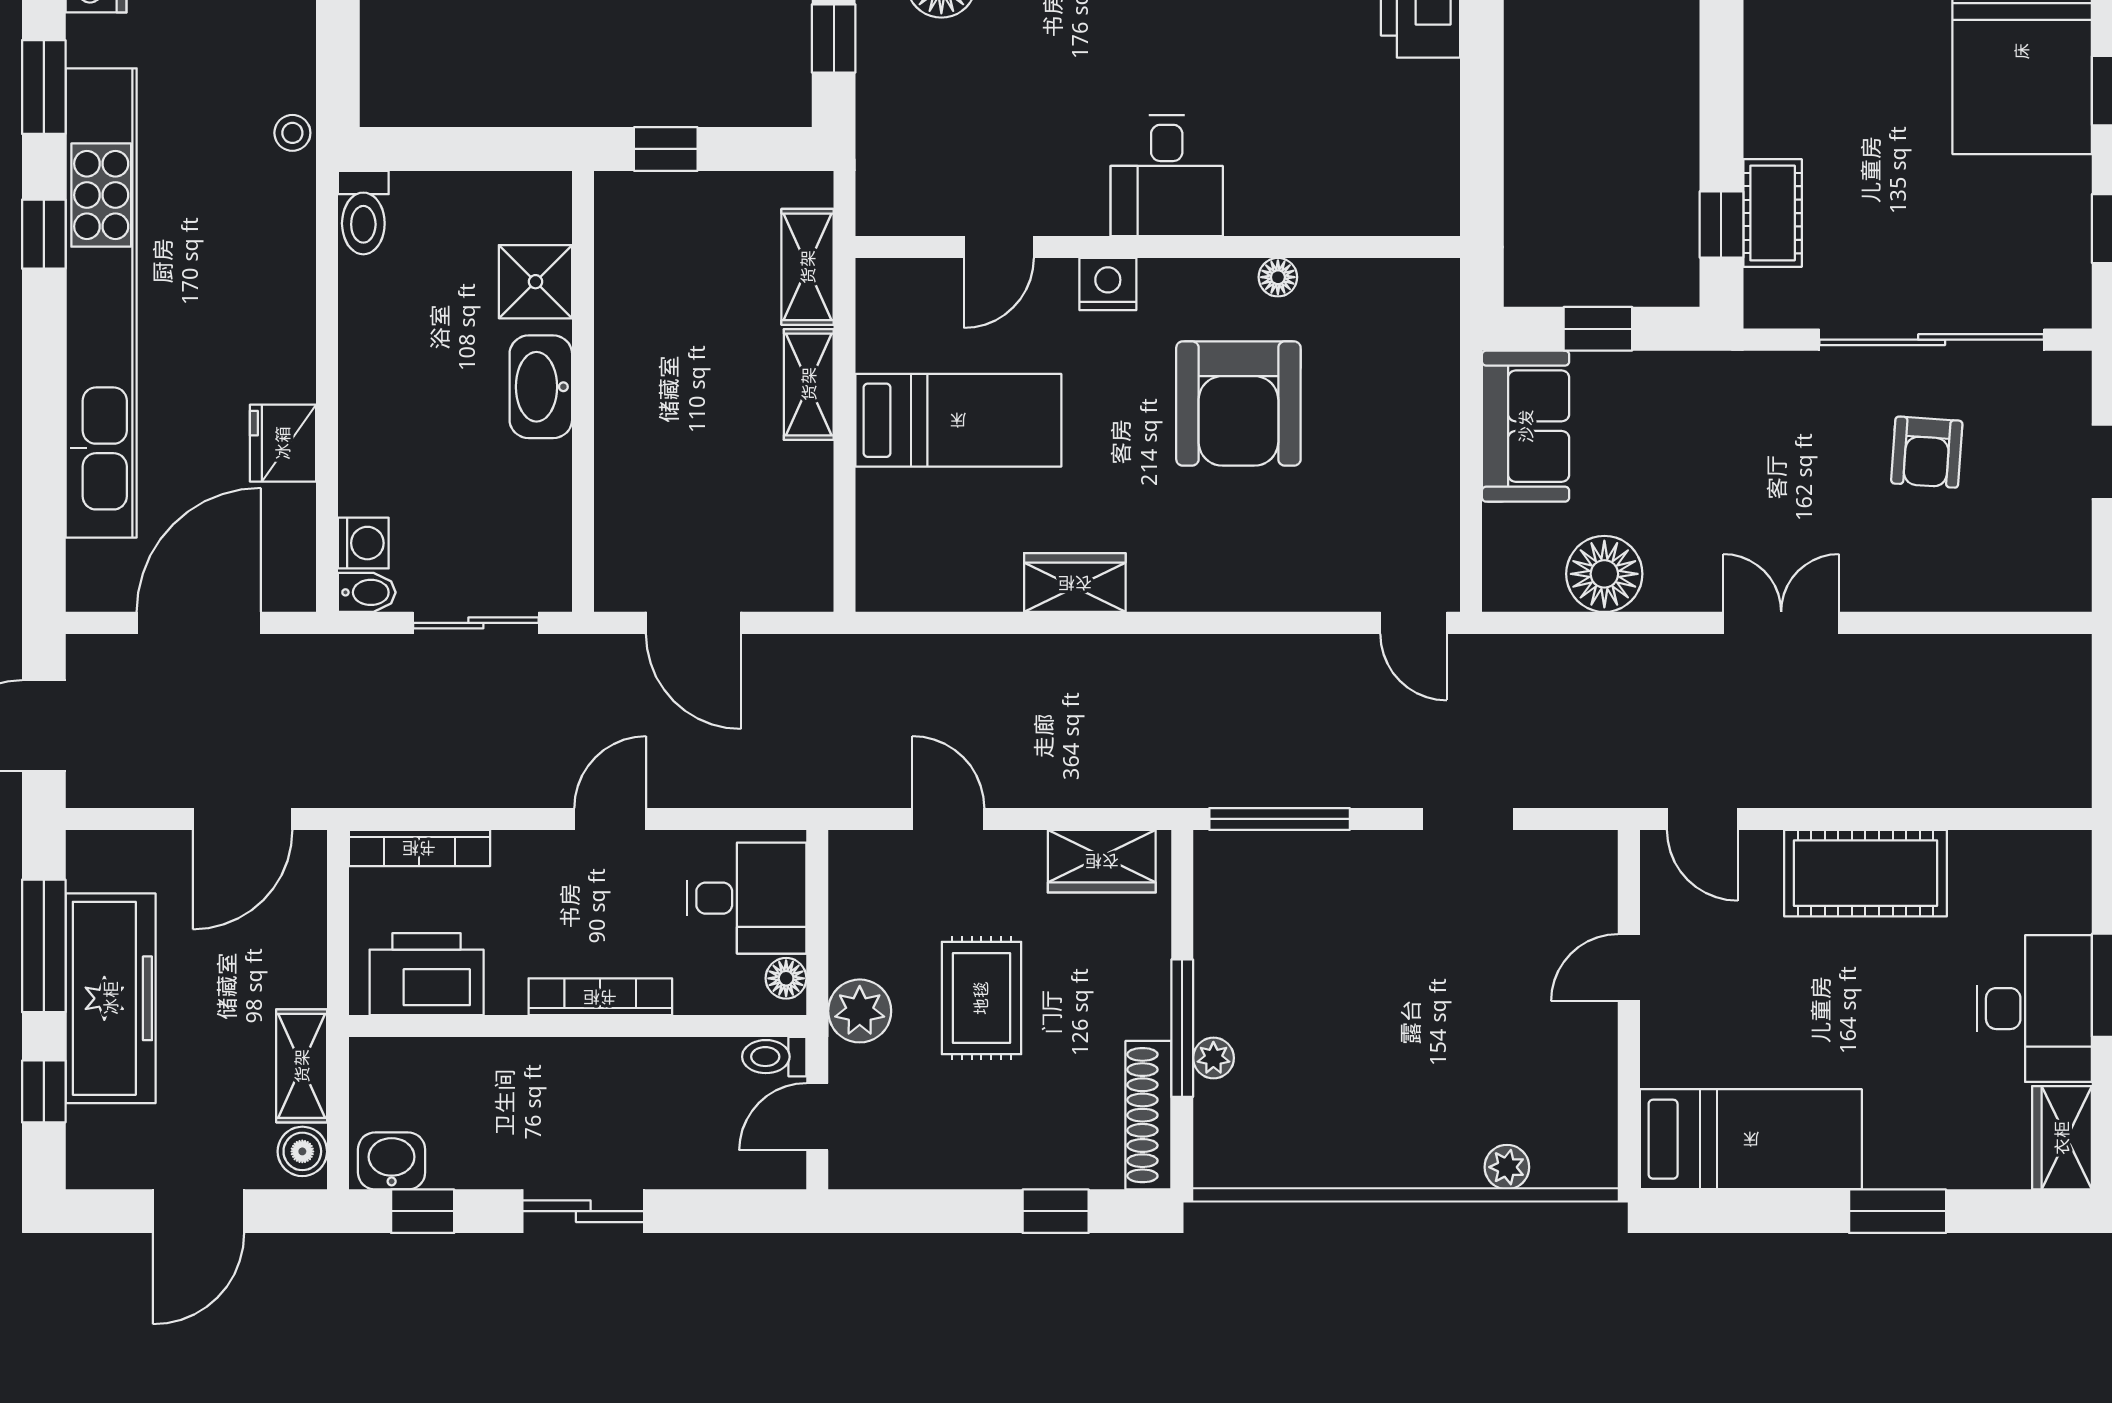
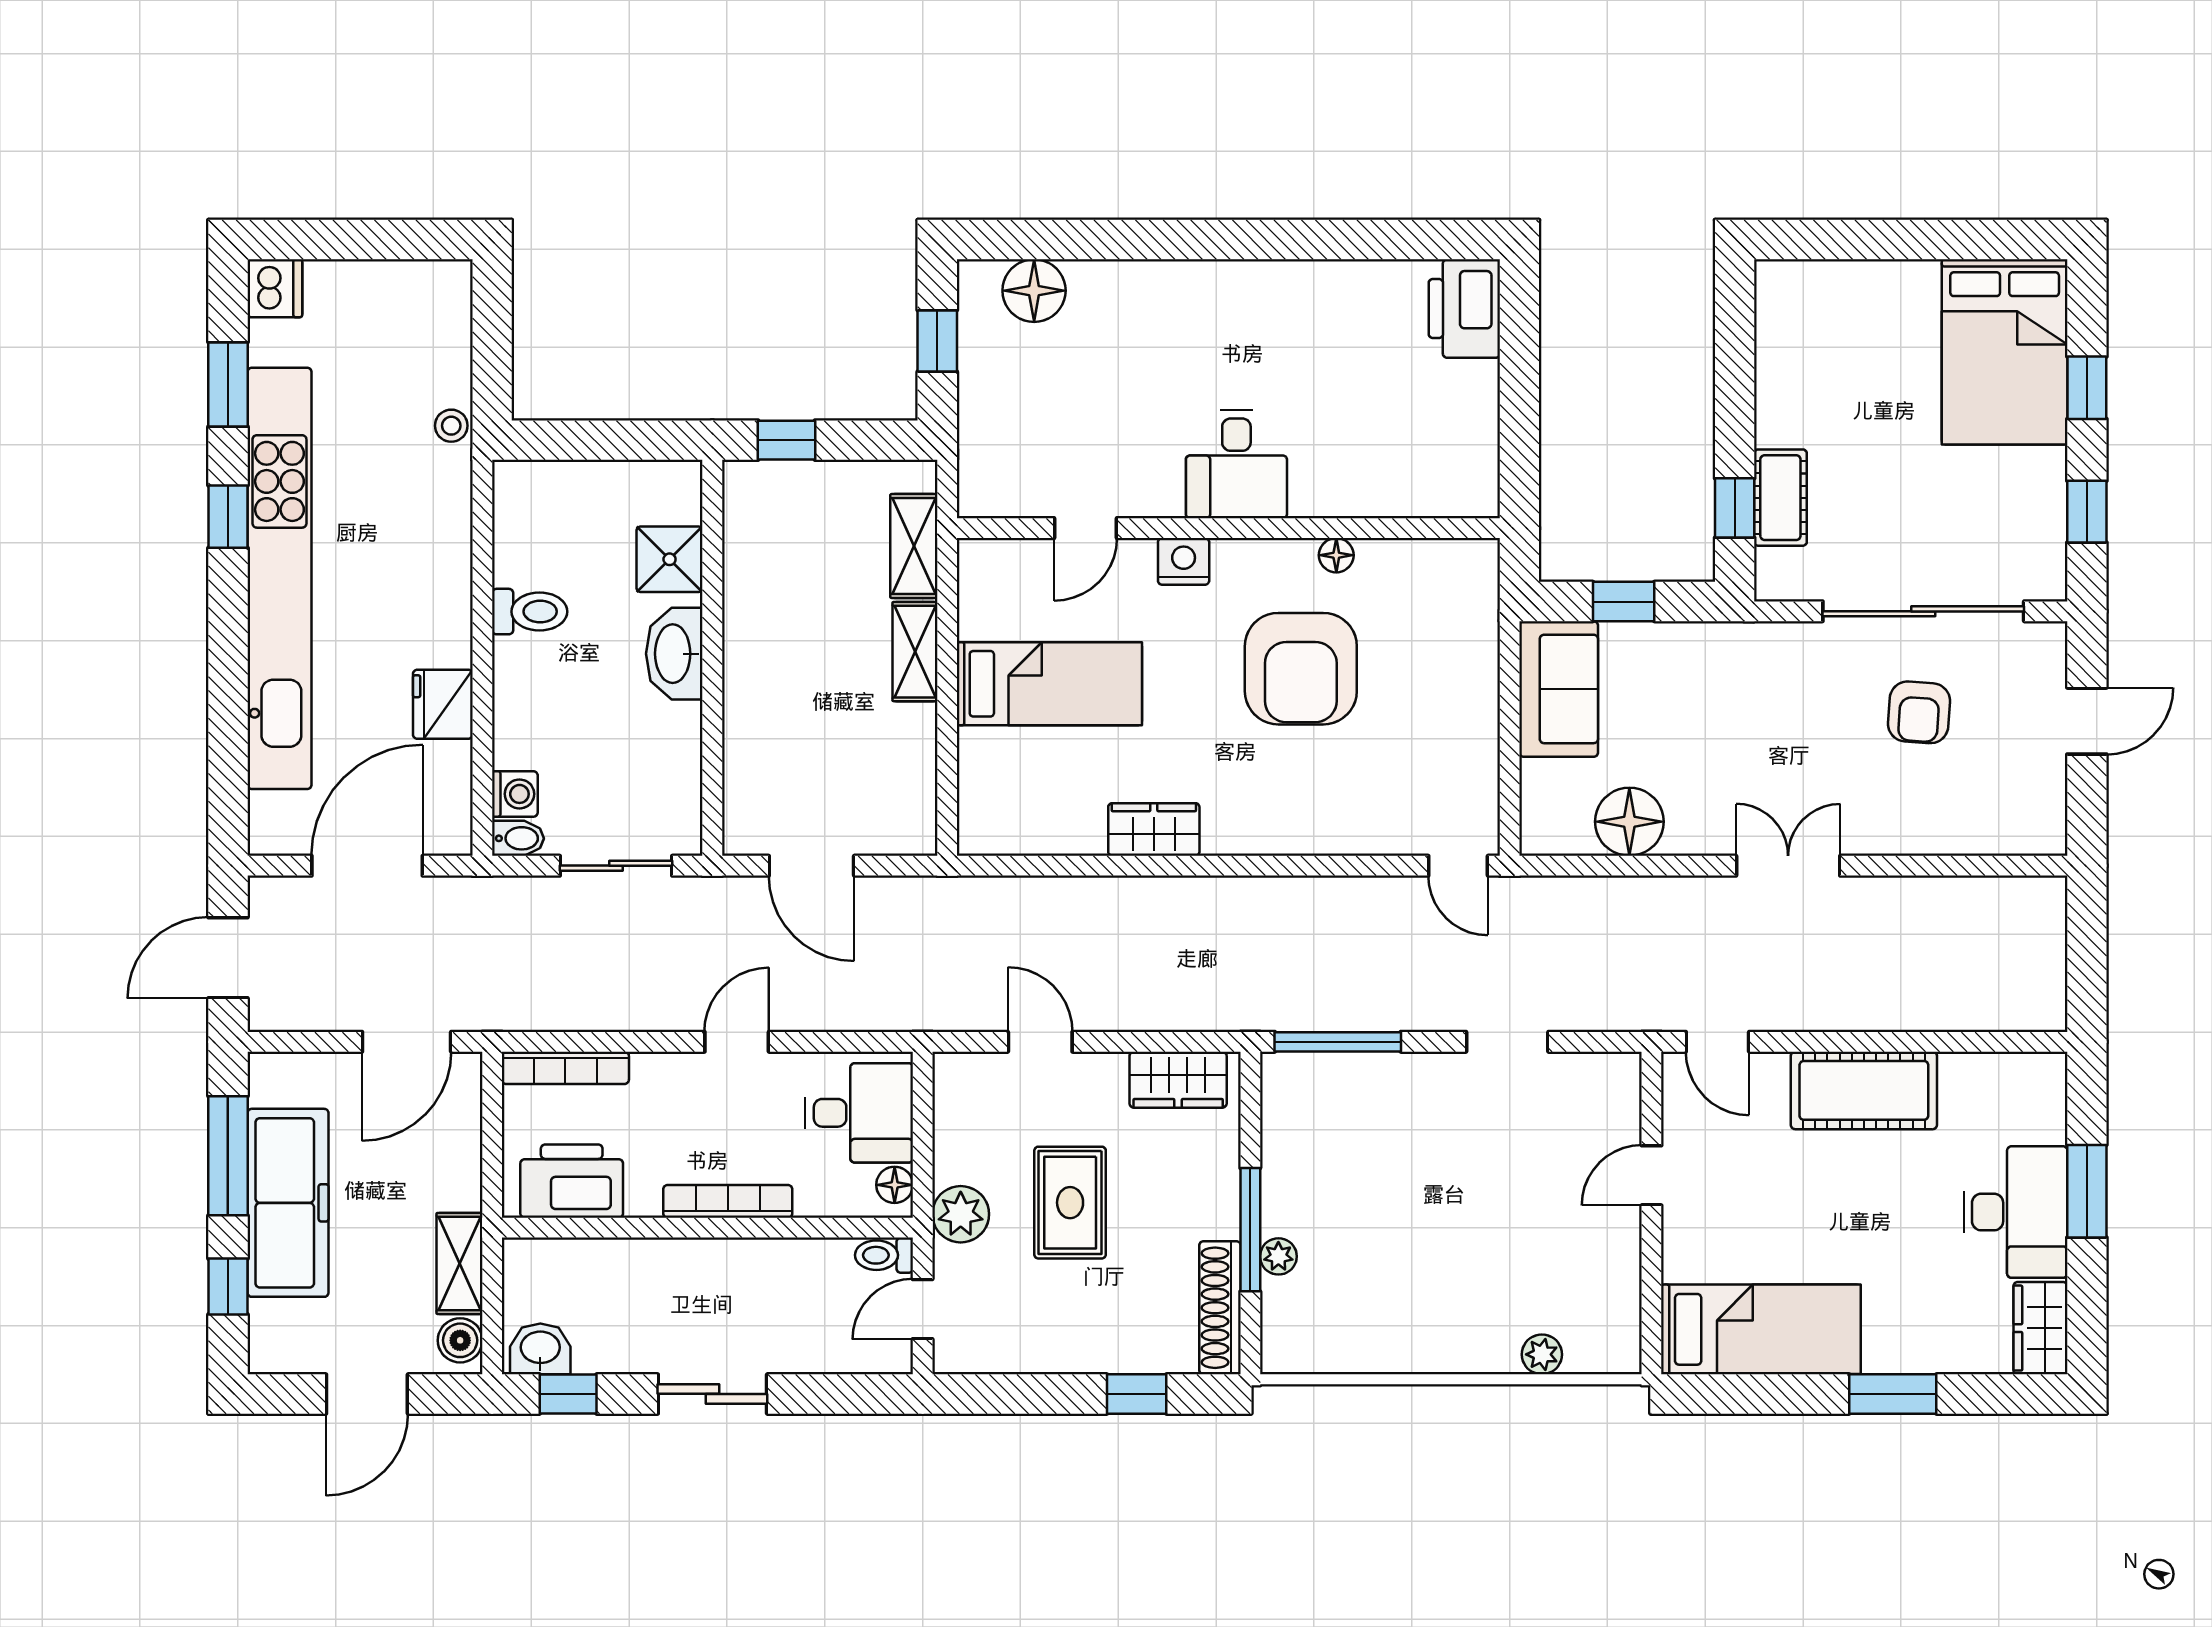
toilet: (363, 213) -> (530, 612), moved, turned -90

